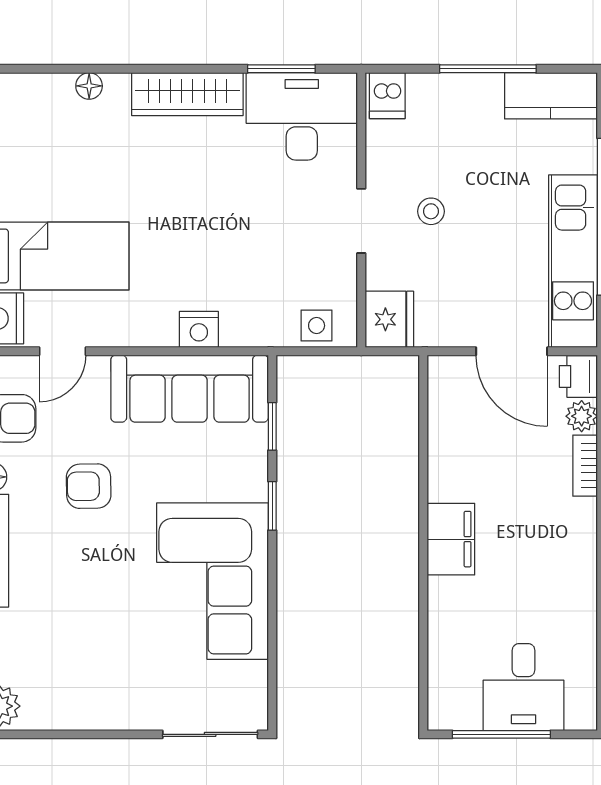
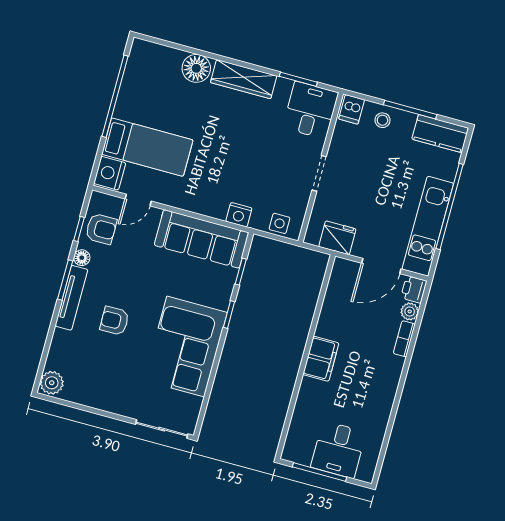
floor lamp: (89, 86) -> (196, 68), width x1.89, depth x1.89
desk: (302, 116) -> (310, 110), width x0.73
stool: (431, 211) -> (382, 120), moved
fridge: (389, 319) -> (337, 238), moved, turned -90
nightstand: (199, 329) -> (239, 215), moved
door: (512, 351) -> (381, 266), hinge flipped
armchair: (89, 486) -> (115, 321), moved

